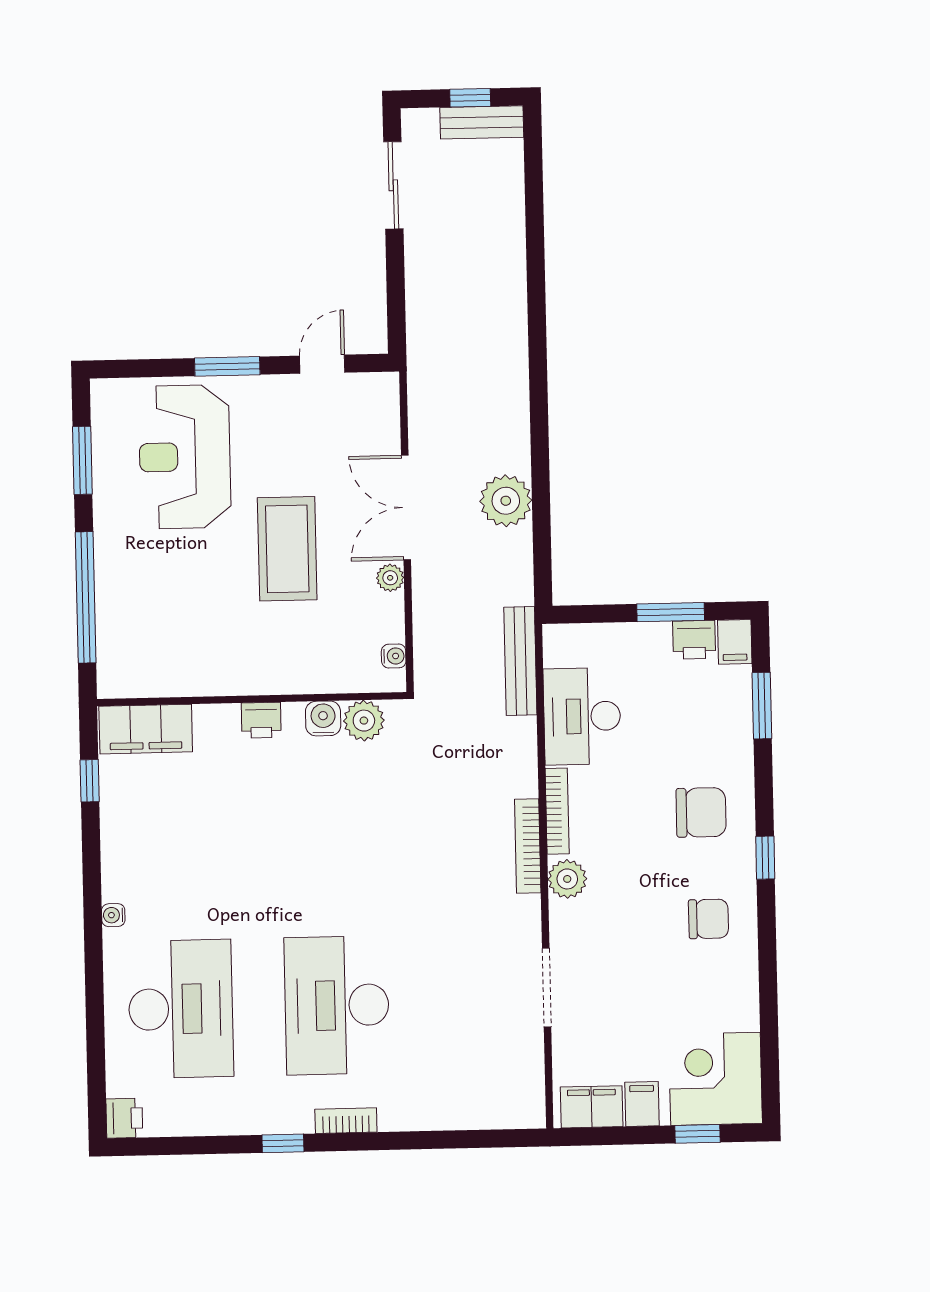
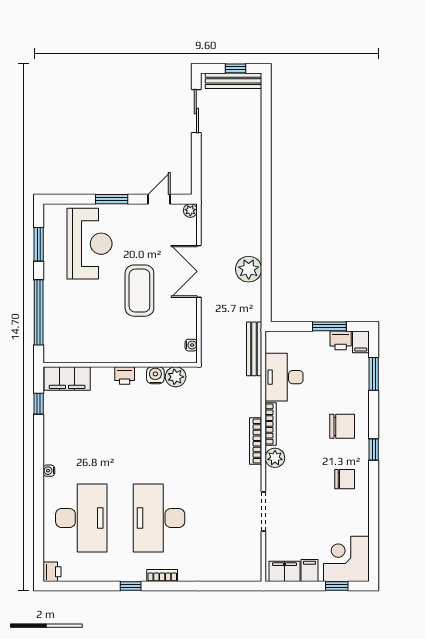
bench: (482, 122) -> (233, 81), width x1.36
reception desk: (185, 457) -> (90, 244), turned 180
plant: (390, 578) -> (190, 211), moved

